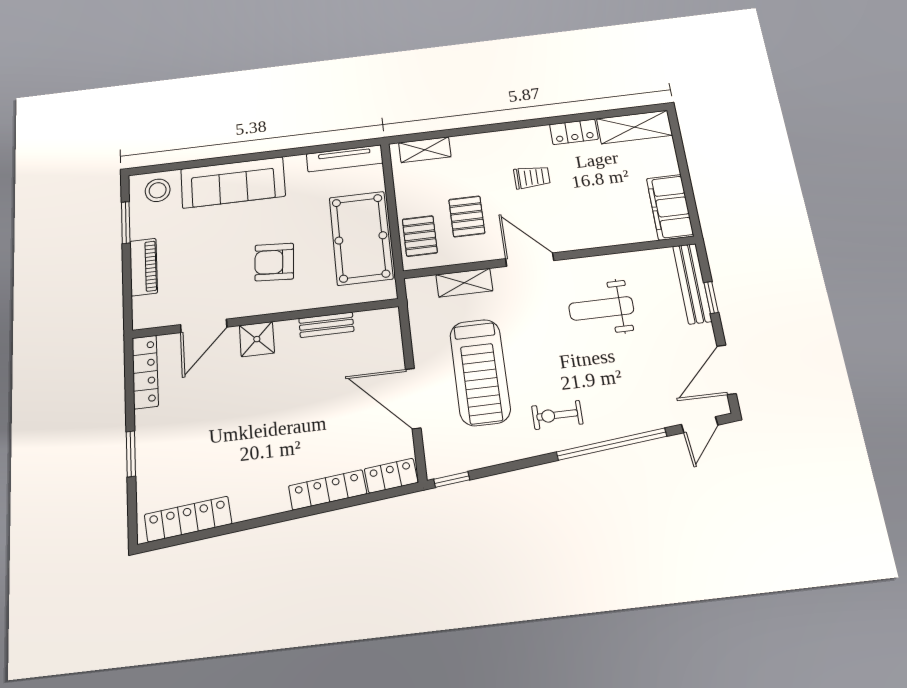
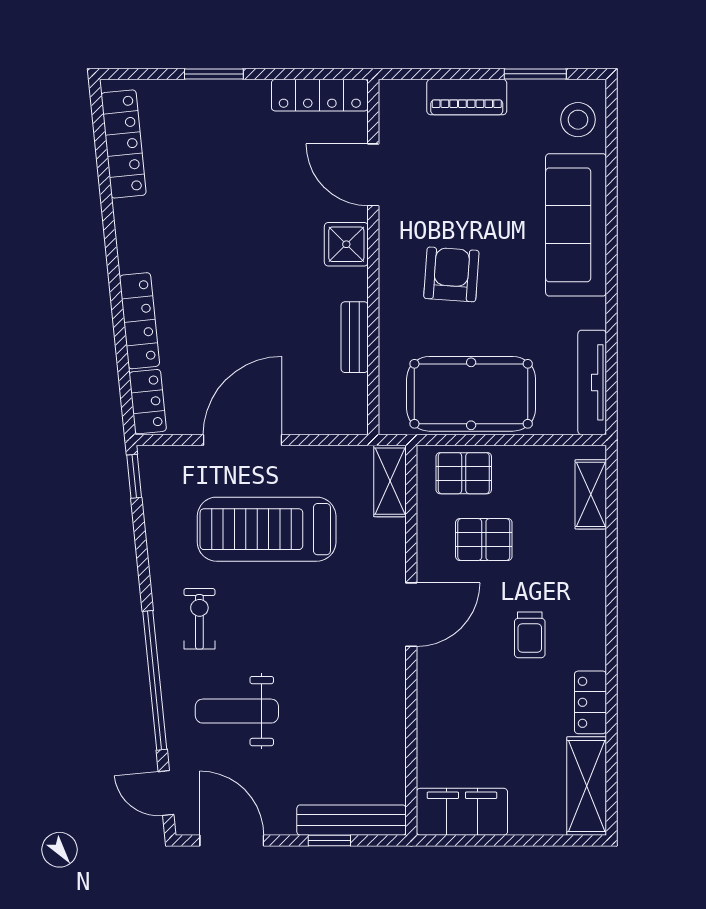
shelving: (464, 283) -> (390, 481), moved
weight bench: (601, 308) -> (237, 711), moved, turned -90

